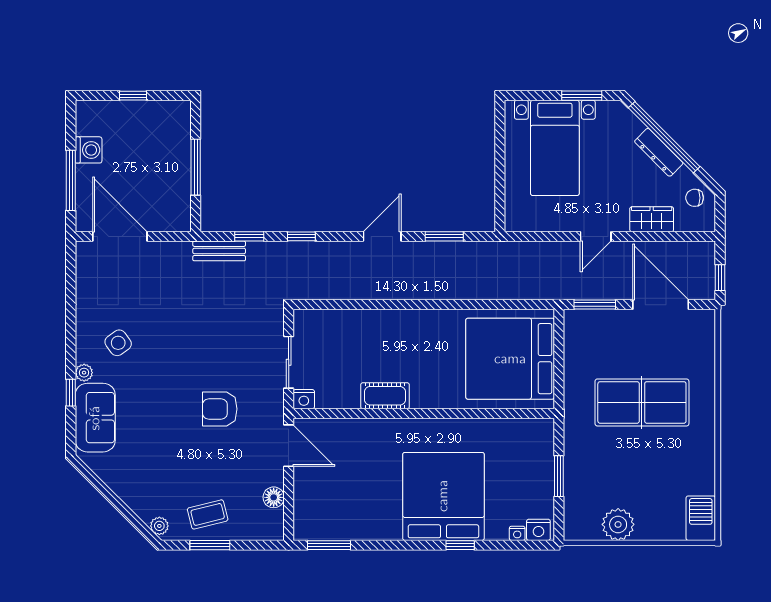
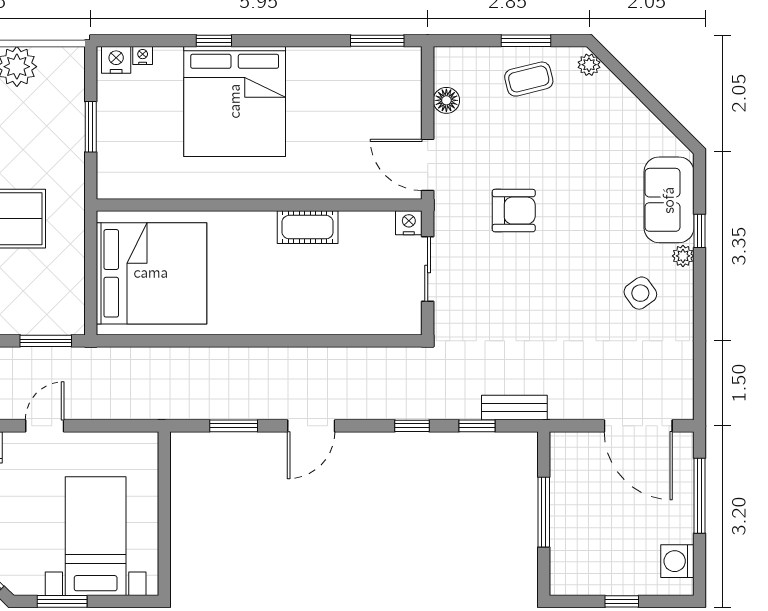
washing machine: (89, 150) -> (677, 561), moved

